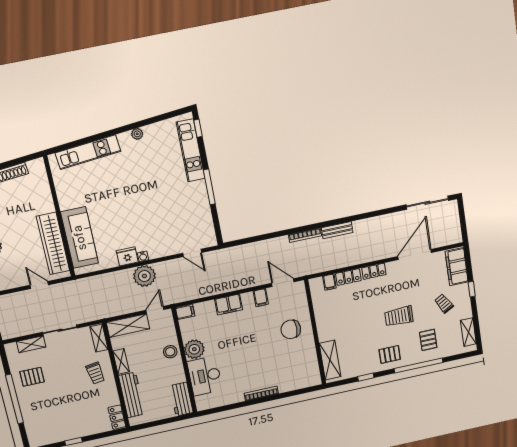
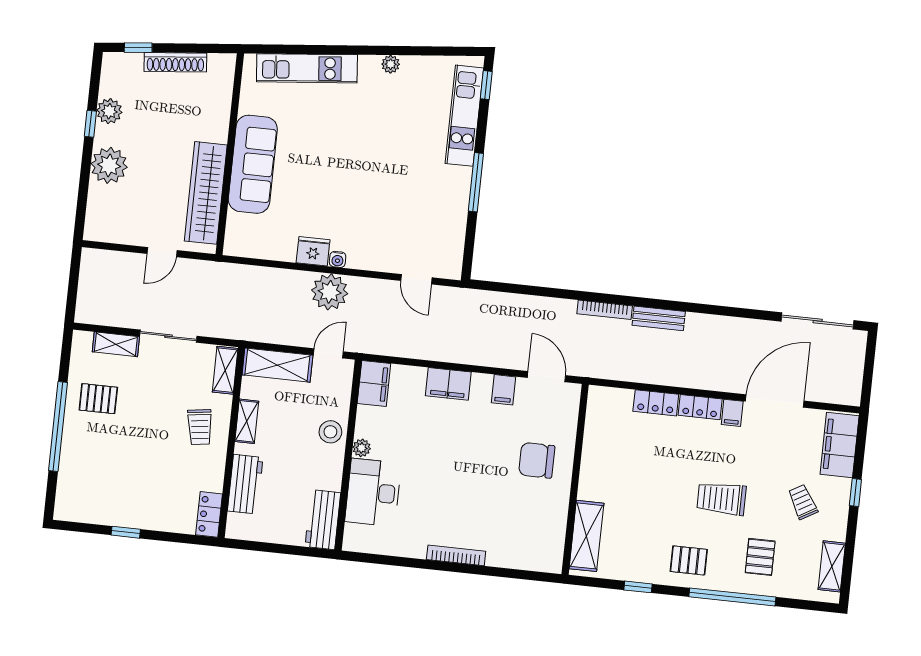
sofa: (79, 238) -> (253, 164), moved
filing cabinet: (329, 282) -> (732, 413), moved
door: (39, 285) -> (162, 252), swing flipped
filing cabinet: (185, 312) -> (374, 383), width x2.00
plant: (194, 349) -> (362, 448), width x0.53, depth x0.53
workbench: (132, 395) -> (245, 484), width x0.73

